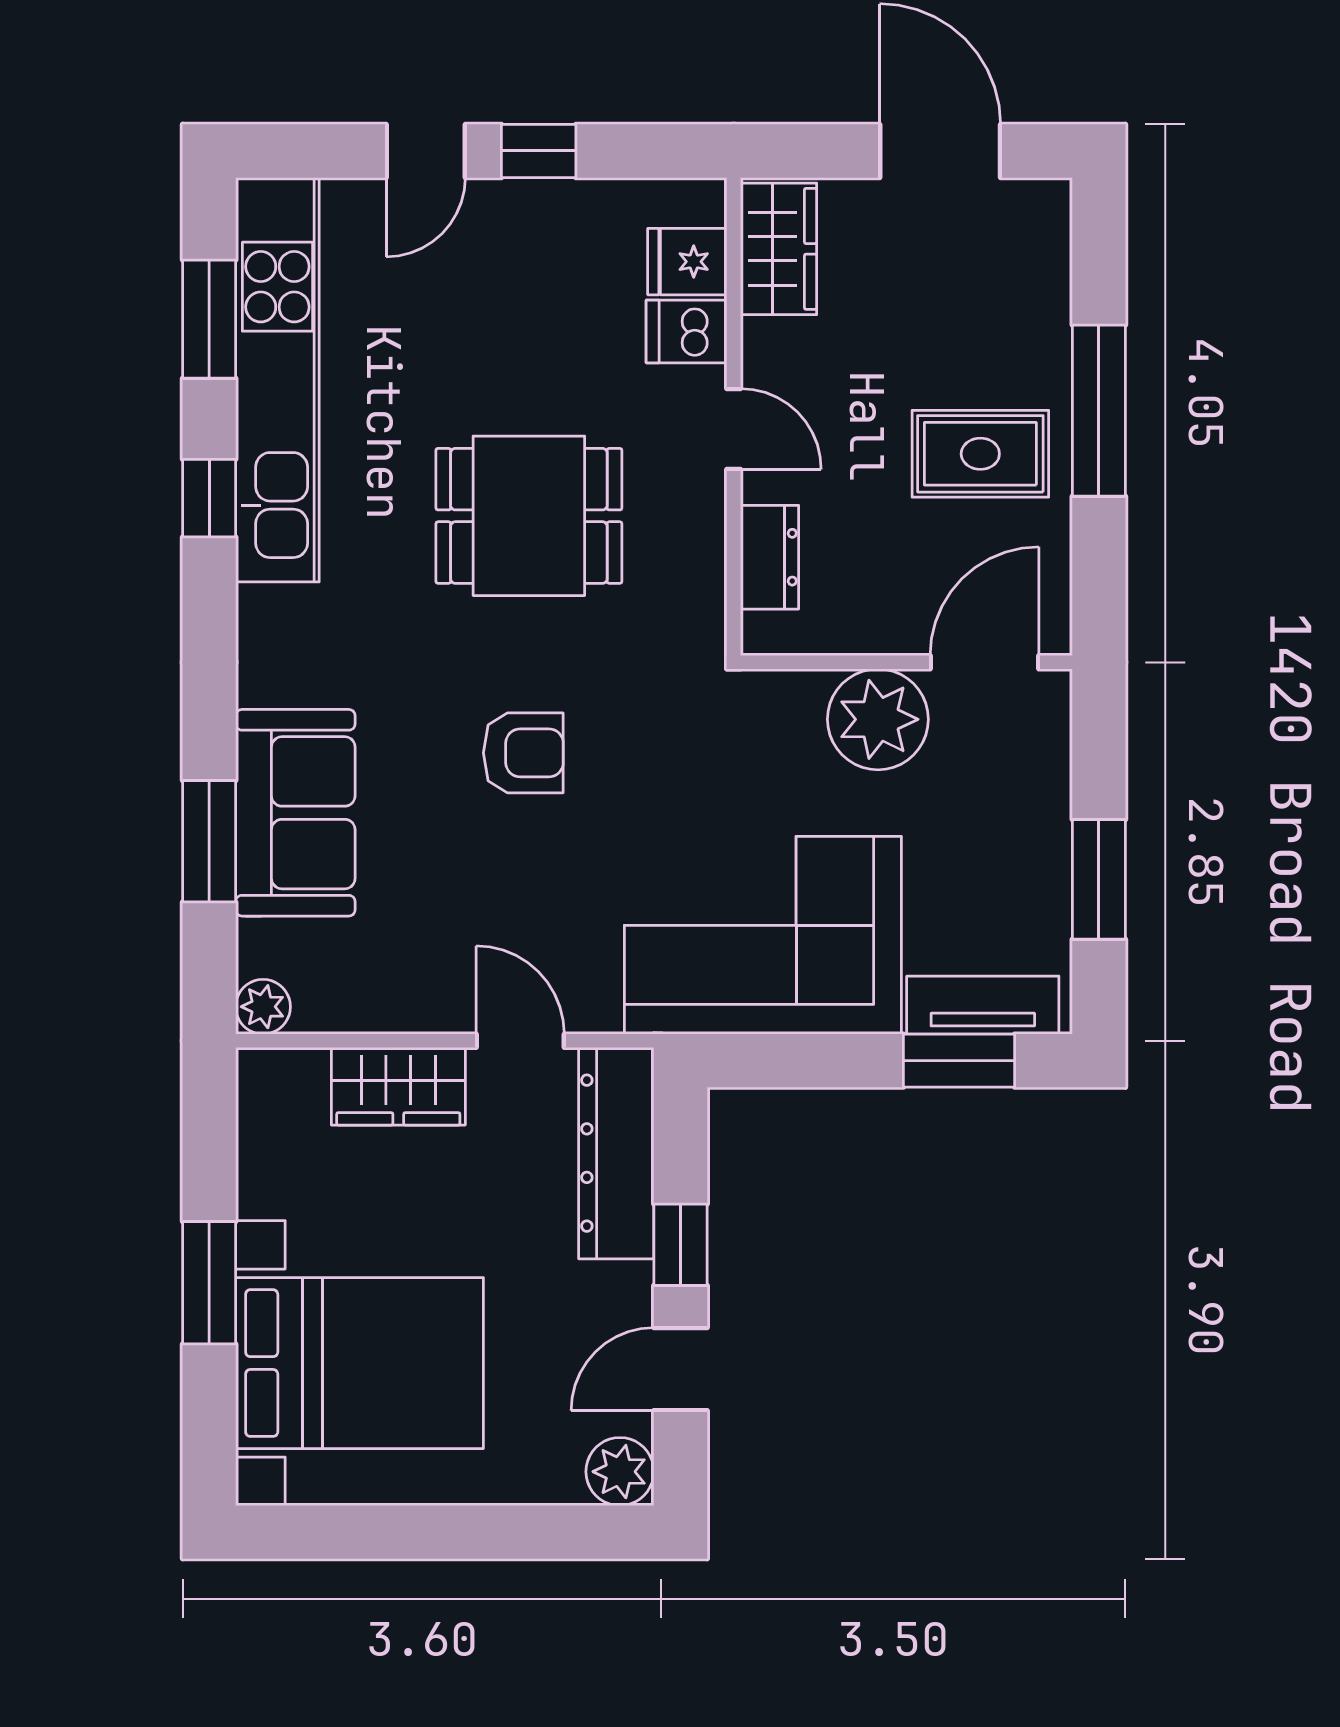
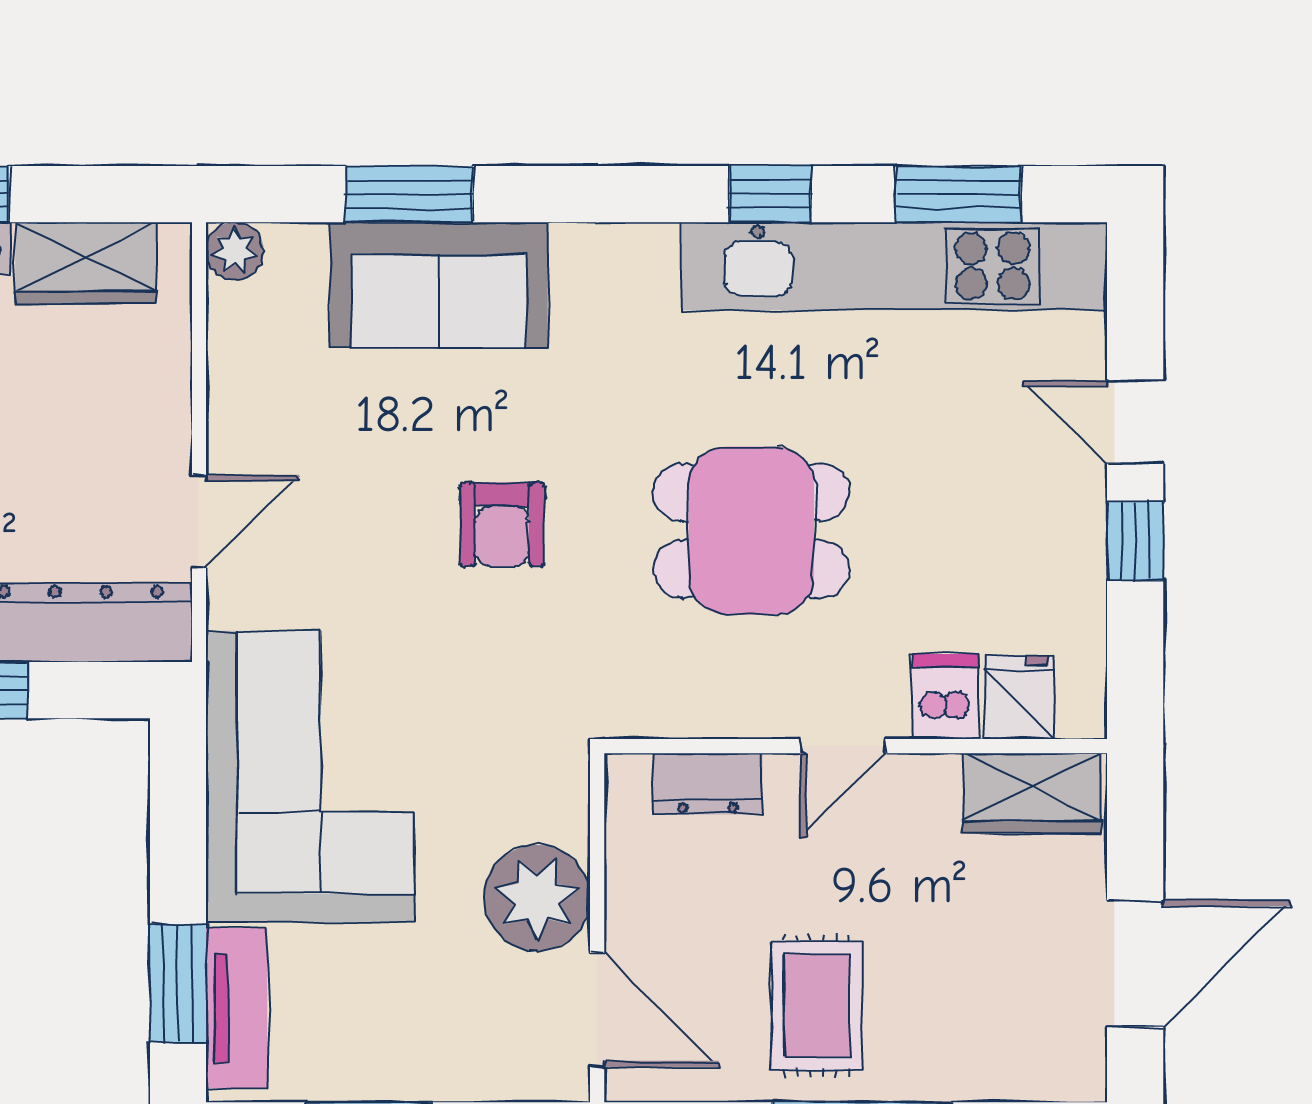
dining table: (529, 516) -> (751, 531), turned 90
wardrobe: (398, 1086) -> (86, 263), moved, turned -90

